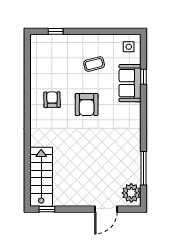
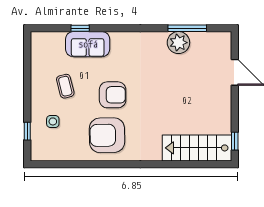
side table: (129, 47) -> (53, 121), moved
armchair: (52, 100) -> (107, 135), width x1.88, depth x1.88
plant: (131, 193) -> (178, 43), moved

